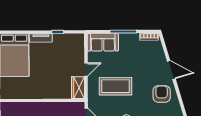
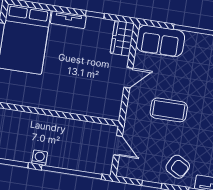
coffee table: (115, 86) -> (169, 110), width x0.73, depth x0.76
wardrobe: (78, 88) -> (122, 38), moved

